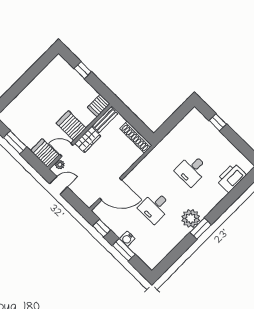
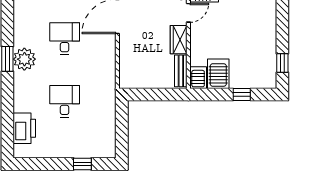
window: (40, 65) -> (282, 63), added
server rack: (71, 126) -> (218, 74), moved, turned -90
shoe rack: (136, 137) -> (140, 82), removed

